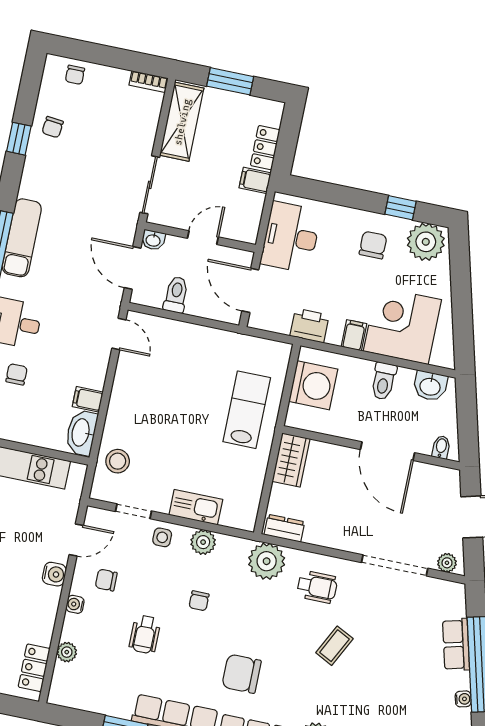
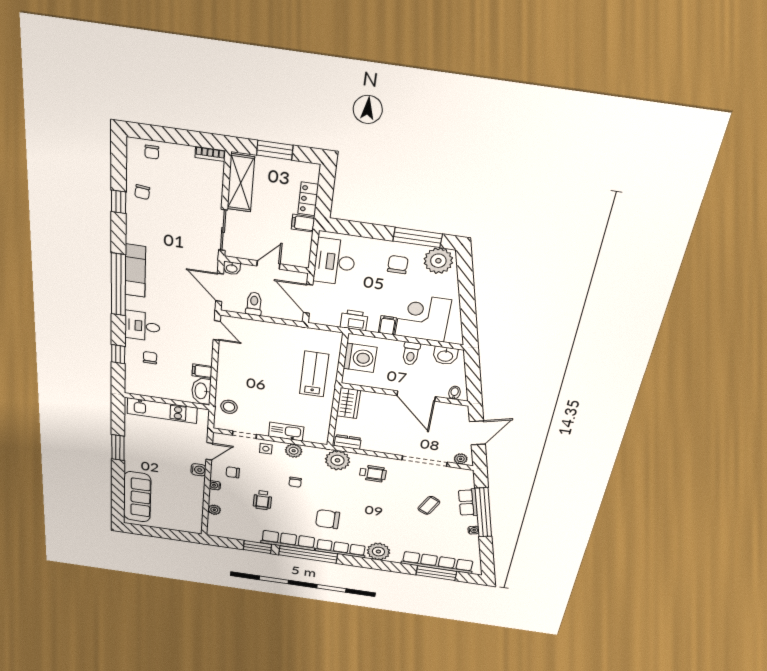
window: (400, 208) -> (418, 238), width x2.17
coffee table: (334, 646) -> (429, 505), moved
locker: (34, 668) -> (195, 518), removed

